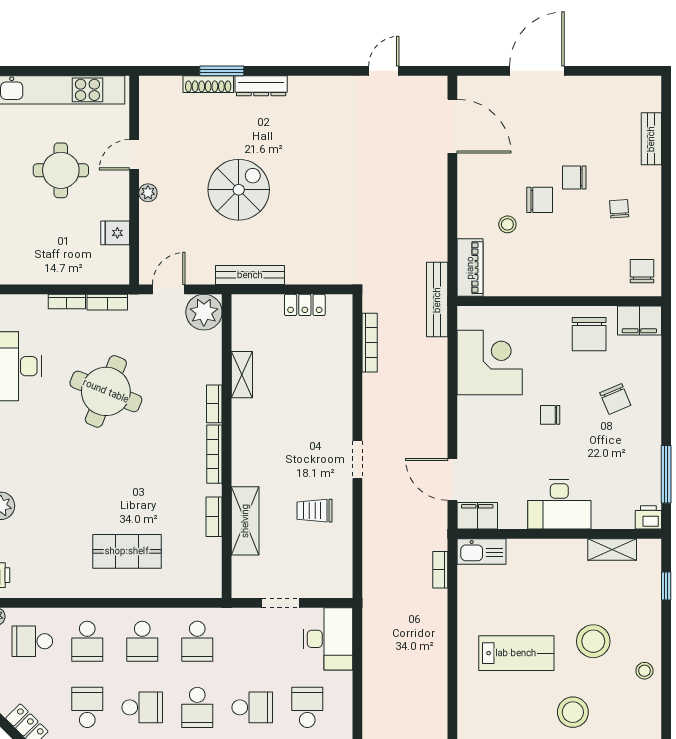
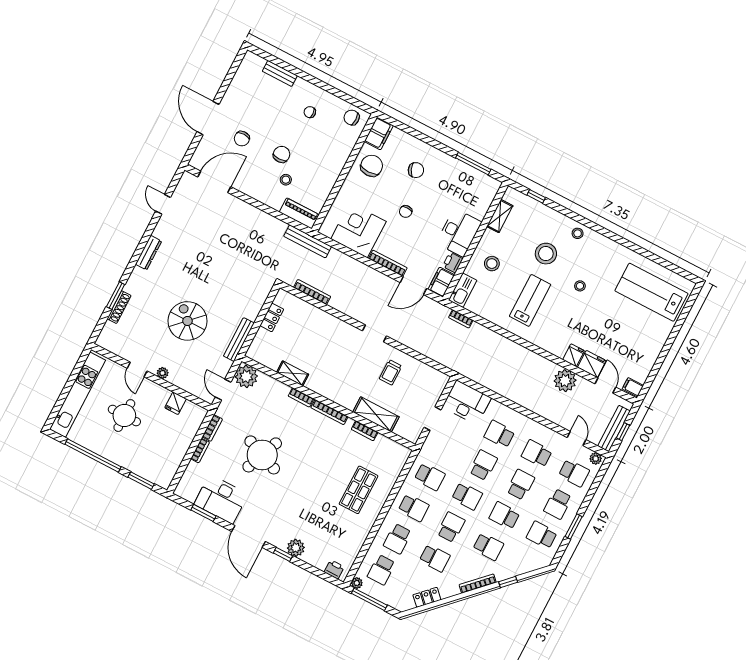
dresser: (261, 86) -> (149, 253), moved
chair: (574, 177) -> (242, 139), moved
chair: (589, 334) -> (372, 166), turned -90
bookcase: (465, 427) -> (388, 263), added
printer: (648, 517) -> (453, 263), moved
stool: (540, 573) -> (492, 264), added
school desk: (87, 641) -> (397, 539), turned 90
school desk: (87, 707) -> (435, 558), turned 180
stool: (573, 712) -> (580, 286), width x0.53, depth x0.53

